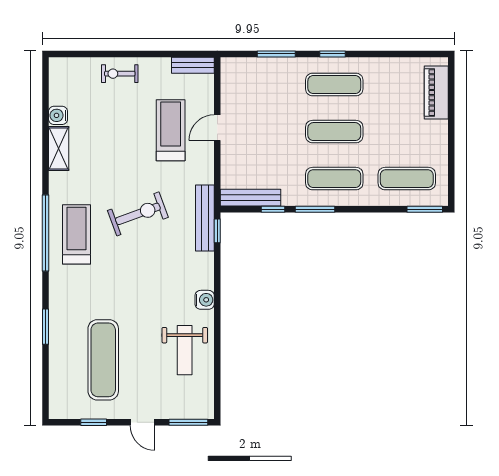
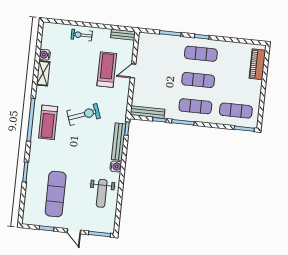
bench: (205, 218) -> (119, 142), moved
treadmill: (77, 234) -> (48, 122), turned 180

